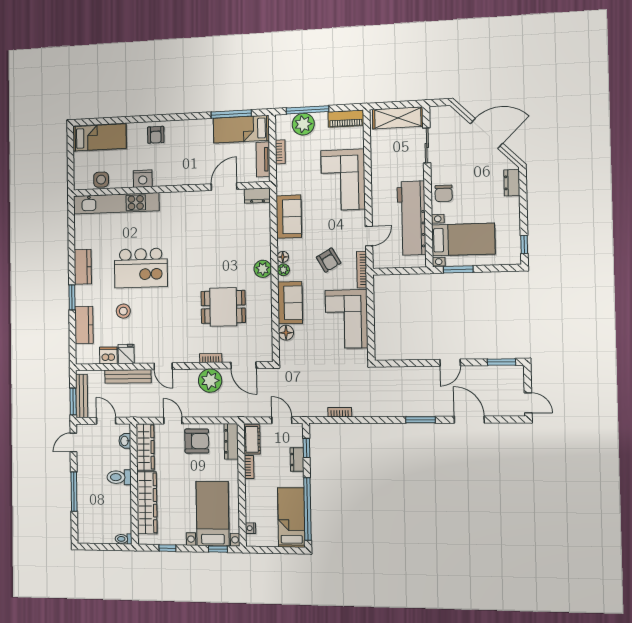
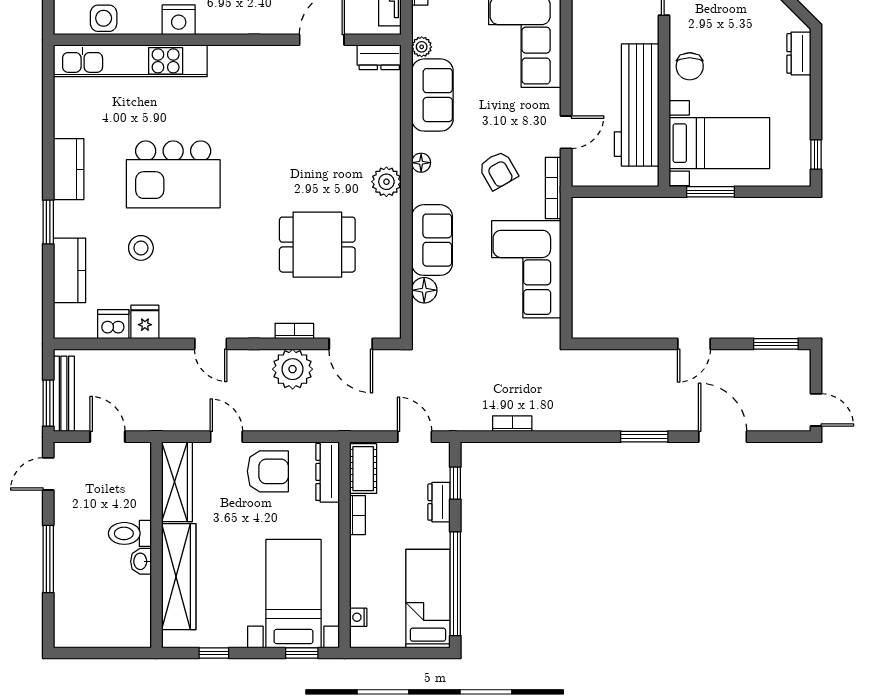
plant: (283, 270) -> (422, 47), moved
bench: (128, 376) -> (148, 361), removed
washbasin: (125, 441) -> (141, 561), moved
toilet: (124, 539) -> (137, 639), removed

